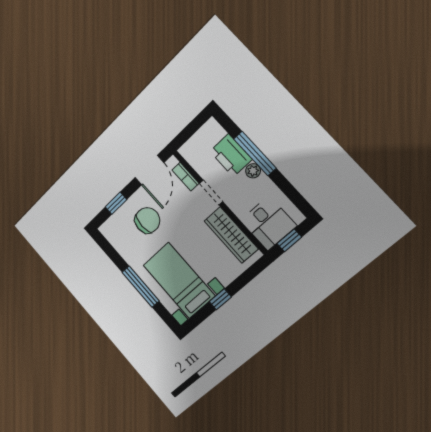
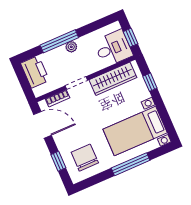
printer: (231, 155) -> (35, 72), moved, turned -90
chair: (147, 220) -> (85, 158), moved
window: (220, 299) -> (150, 82), moved

